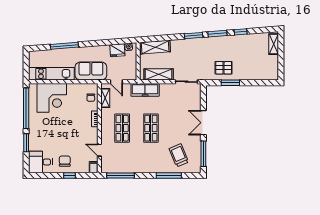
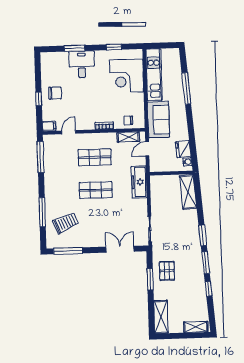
shelving: (159, 74) -> (161, 317), moved
window: (26, 108) -> (114, 47), width x0.32
double door: (203, 123) -> (120, 249), moved
desk: (40, 162) -> (82, 64), moved

